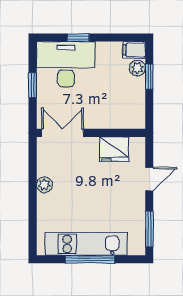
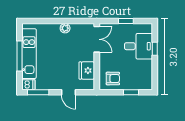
filing cabinet: (134, 50) -> (147, 83), removed
desk: (66, 64) -> (138, 46), width x0.73
plant: (137, 68) -> (136, 85), removed
armchair: (127, 106) -> (113, 79), added
dishwasher: (137, 245) -> (28, 85), added

